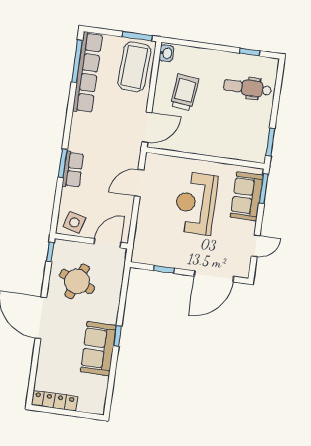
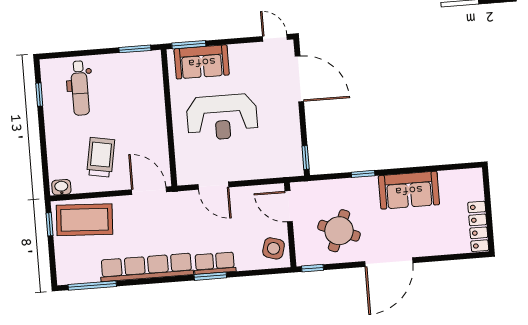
window: (137, 36) -> (49, 224), width x0.67
row of seats: (88, 72) -> (147, 267), moved
trolley: (185, 92) -> (101, 157), turned 94
door: (256, 246) -> (275, 38), moved
window: (164, 269) -> (306, 158), moved
window: (118, 336) -> (363, 174), moved

